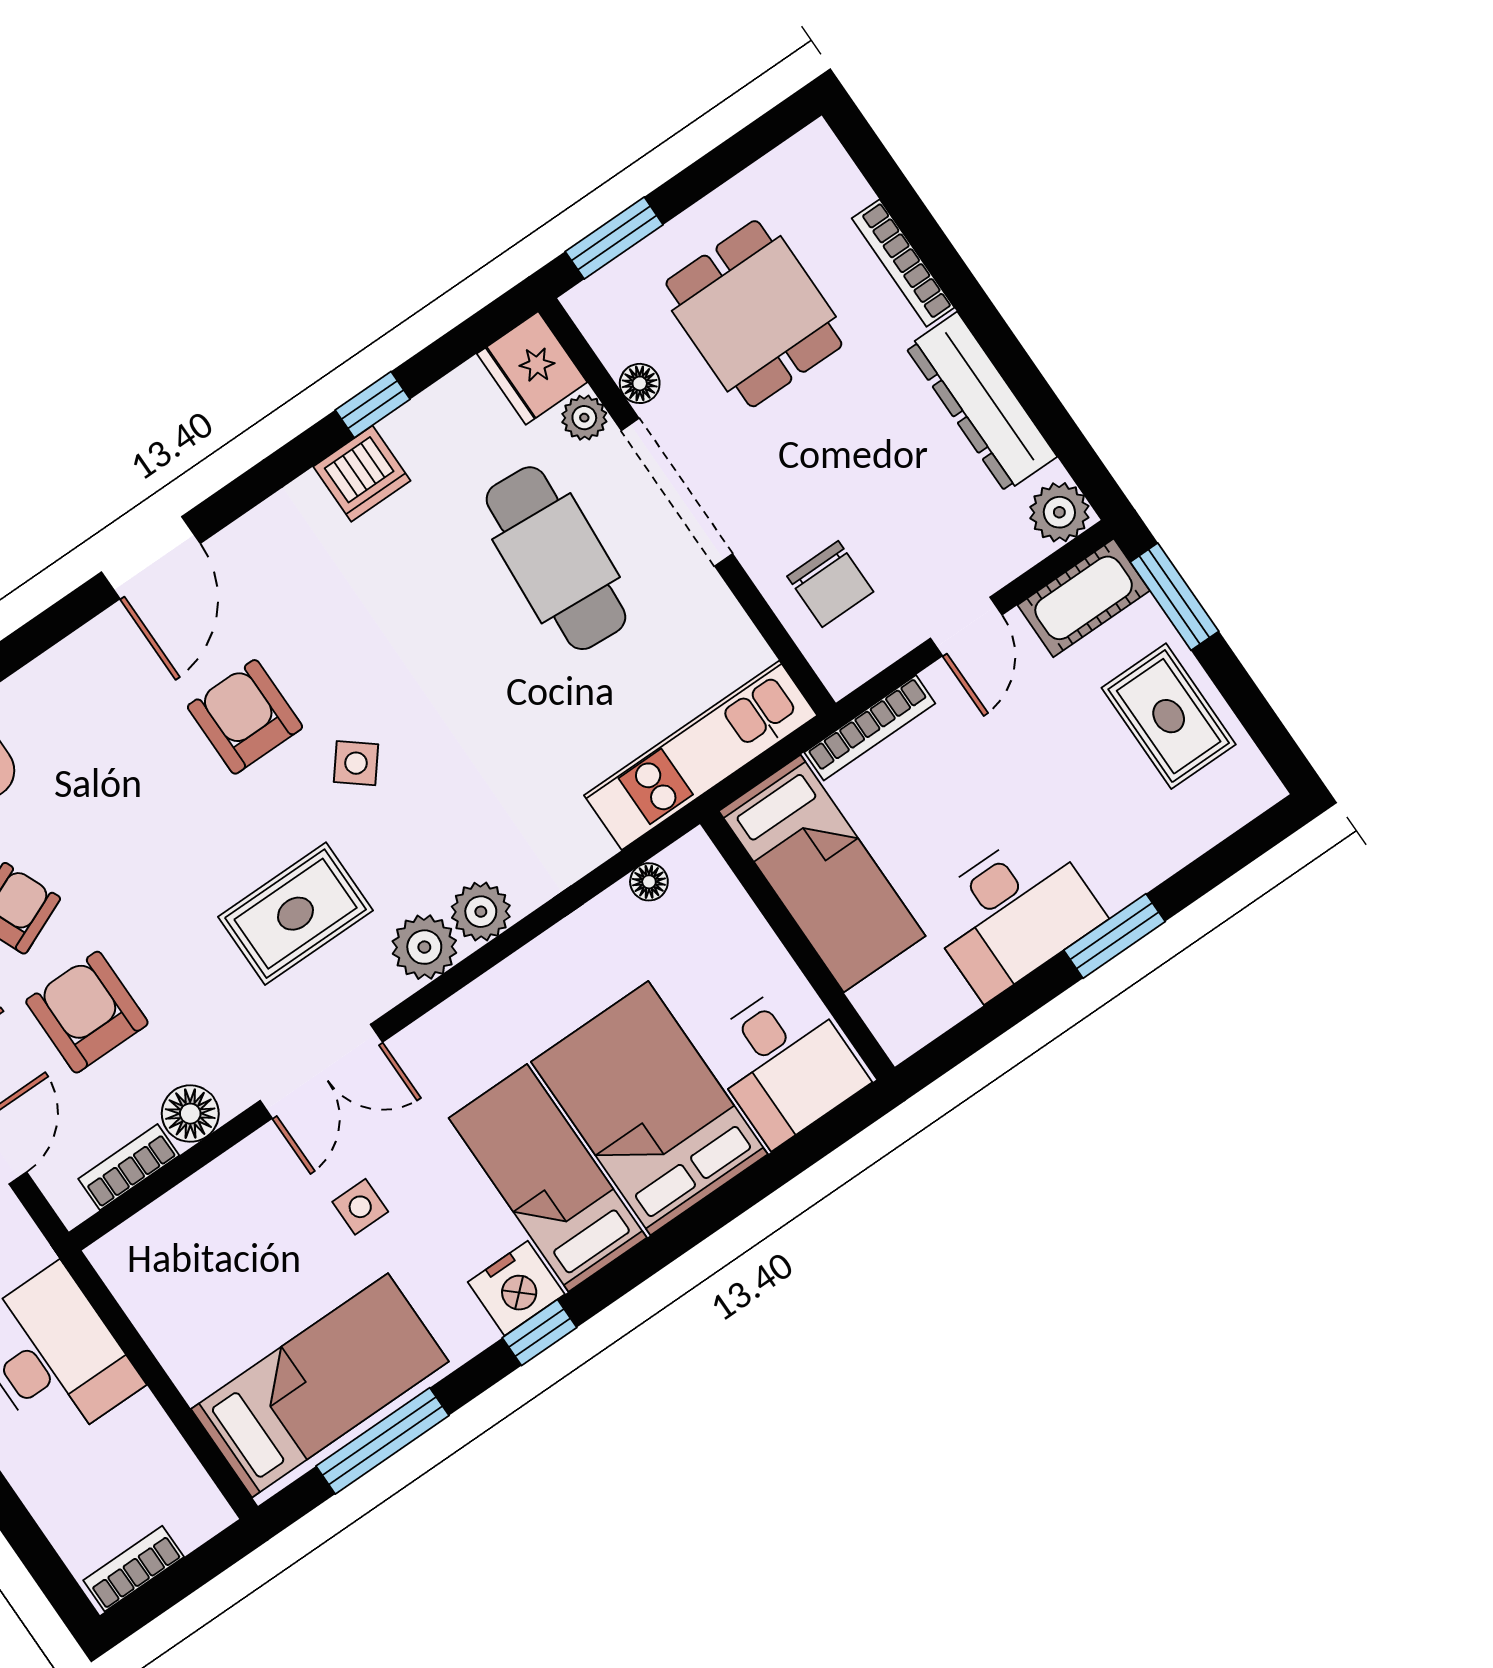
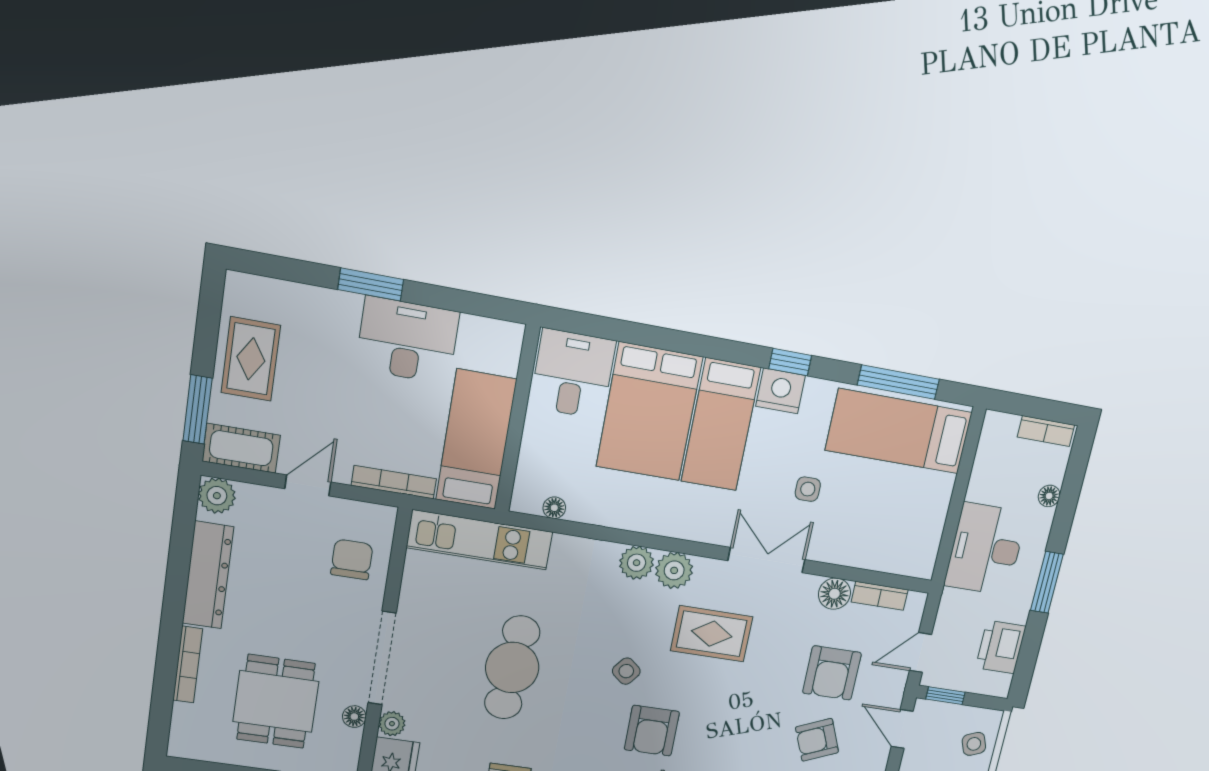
cafe table: (556, 558) -> (512, 668), moved
floor lamp: (43, 1498) -> (1049, 496), added

